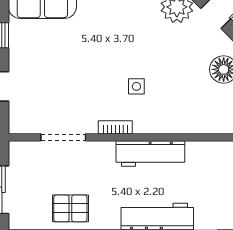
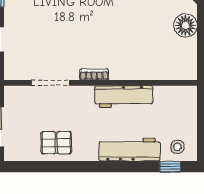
side table: (136, 86) -> (112, 40), removed
stool: (214, 213) -> (177, 147), added

